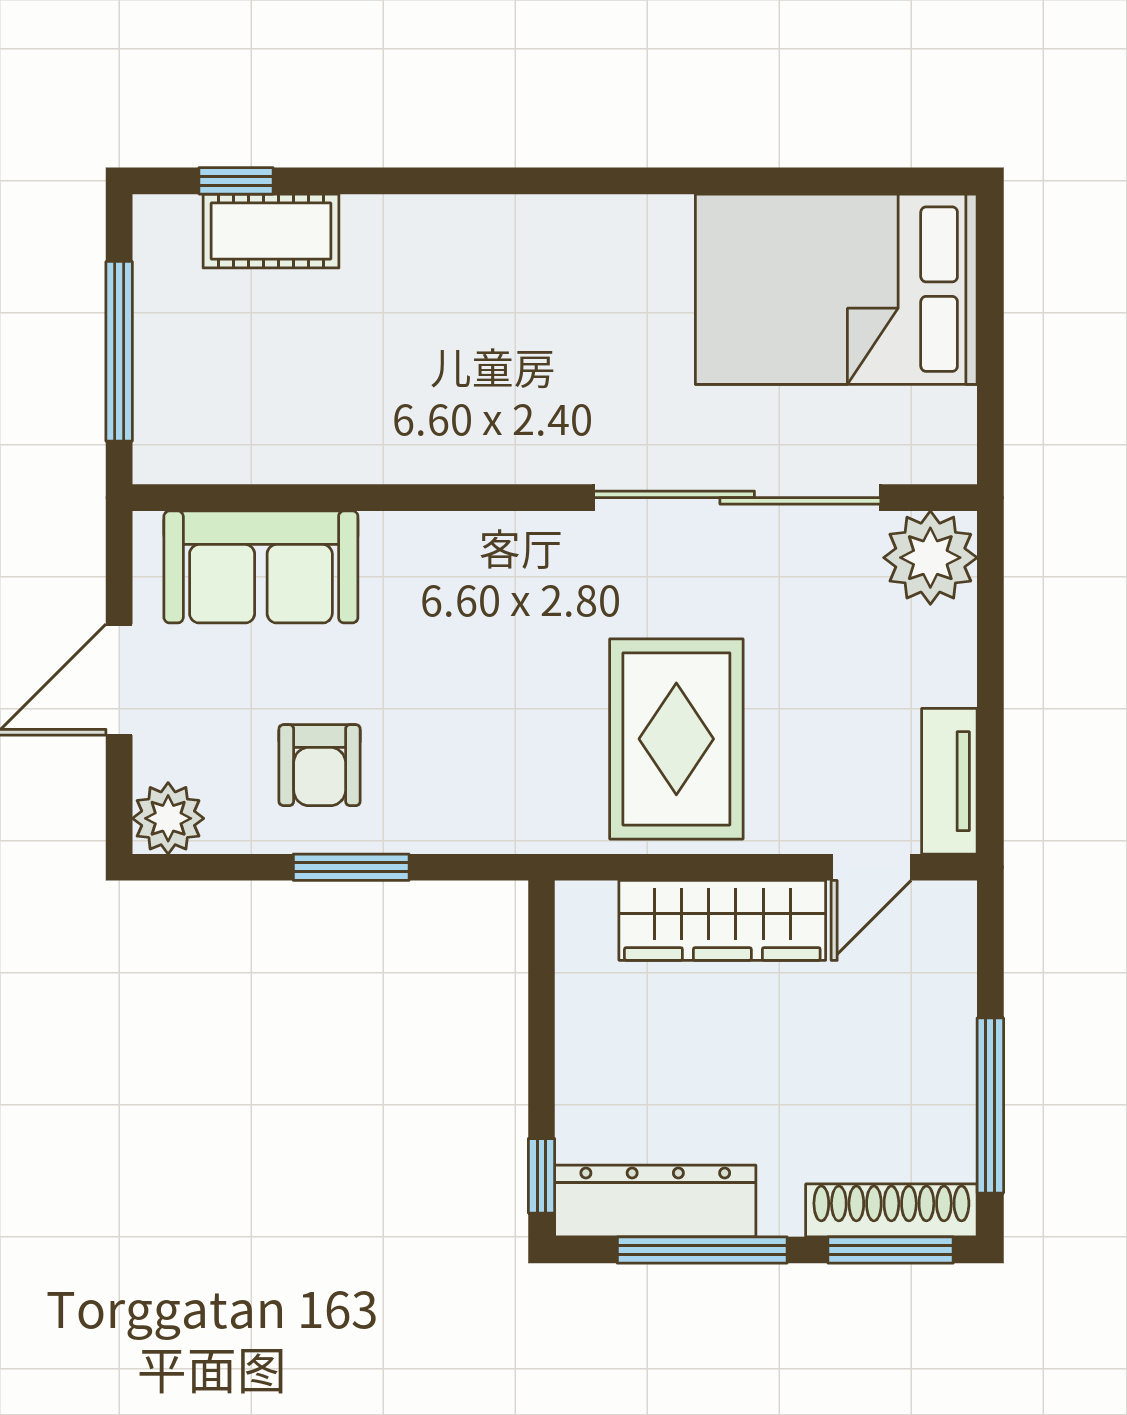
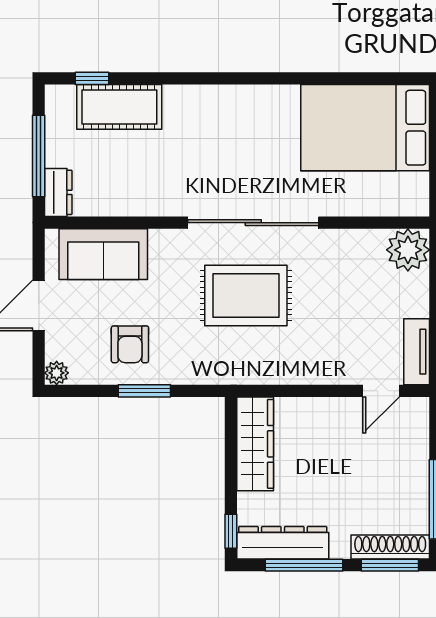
cot: (271, 231) -> (119, 107), width x1.37, depth x1.34
dresser: (162, 431) -> (58, 192), added
sliding door: (737, 498) -> (253, 223), moved
rug: (676, 739) -> (246, 295), moved, turned 90
plant: (168, 818) -> (57, 373), width x0.73, depth x0.73
wardrobe: (722, 920) -> (255, 444), moved, turned -90

